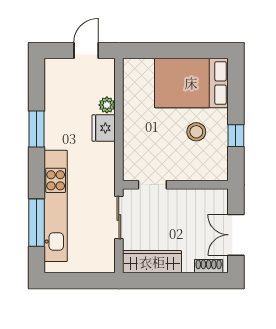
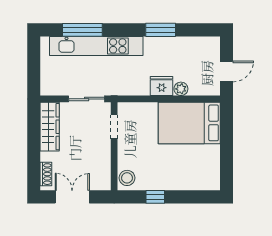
door: (86, 50) -> (227, 71), hinge flipped
bed: (191, 83) -> (189, 123), moved, turned -90
stool: (196, 132) -> (127, 178), moved

